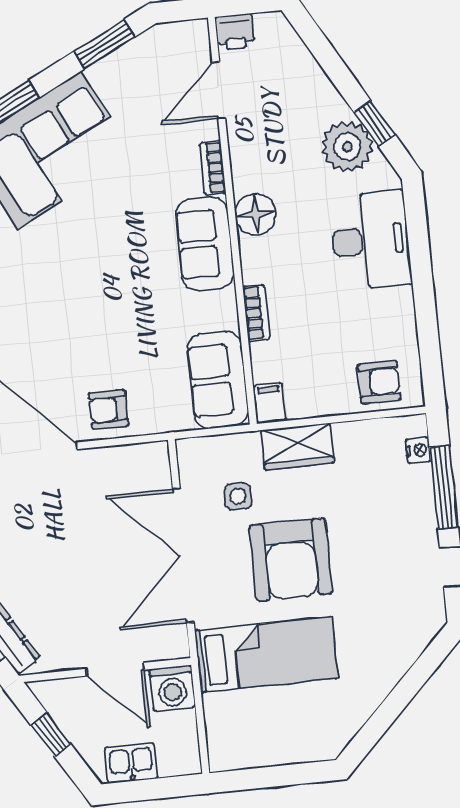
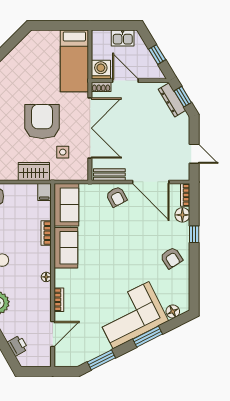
printer: (235, 32) -> (18, 346), moved, turned 60
floor lamp: (256, 214) -> (46, 277), width x0.53, depth x0.53
sofa: (205, 244) -> (66, 248), moved
armchair: (108, 409) -> (116, 197), turned 62
bench: (129, 457) -> (109, 175), added
shoe rack: (168, 650) -> (101, 87), added
bed: (266, 655) -> (74, 61), moved, turned -90

